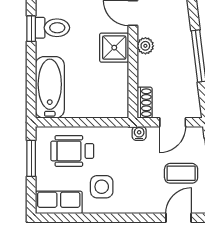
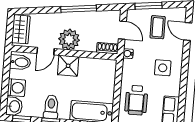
plant: (145, 46) -> (69, 39), width x1.87, depth x1.87
side table: (102, 187) -> (163, 68), moved

